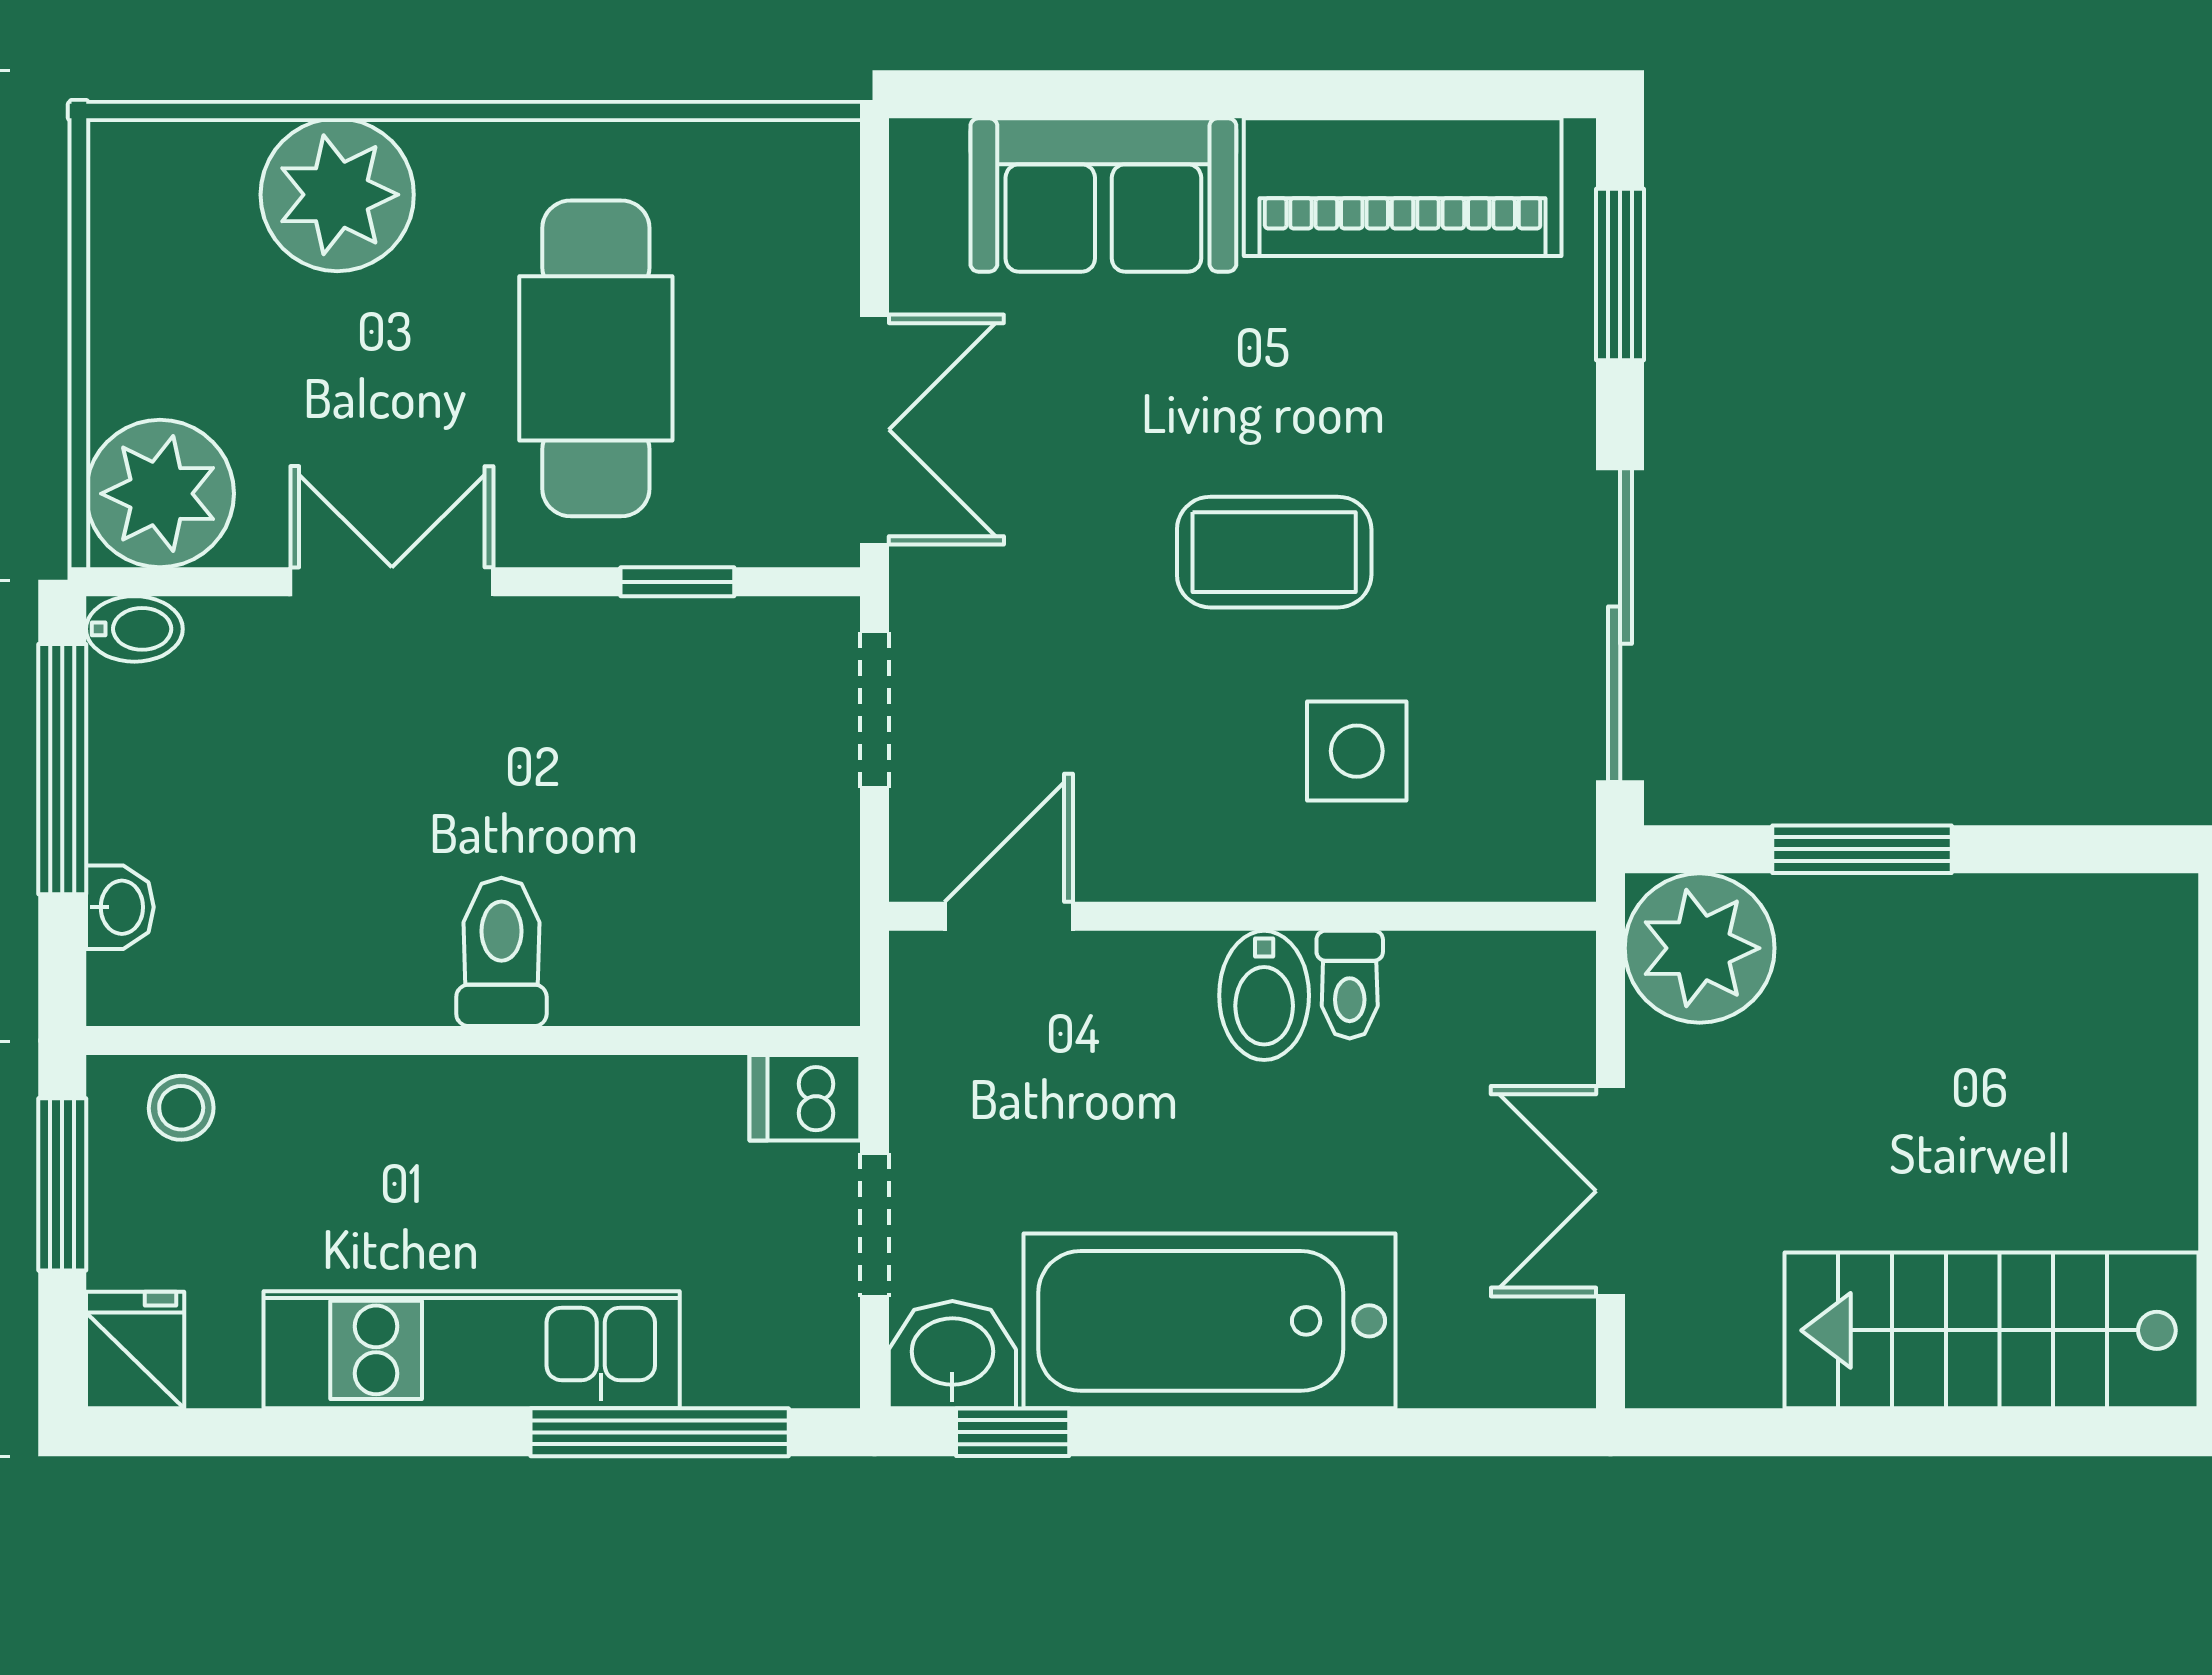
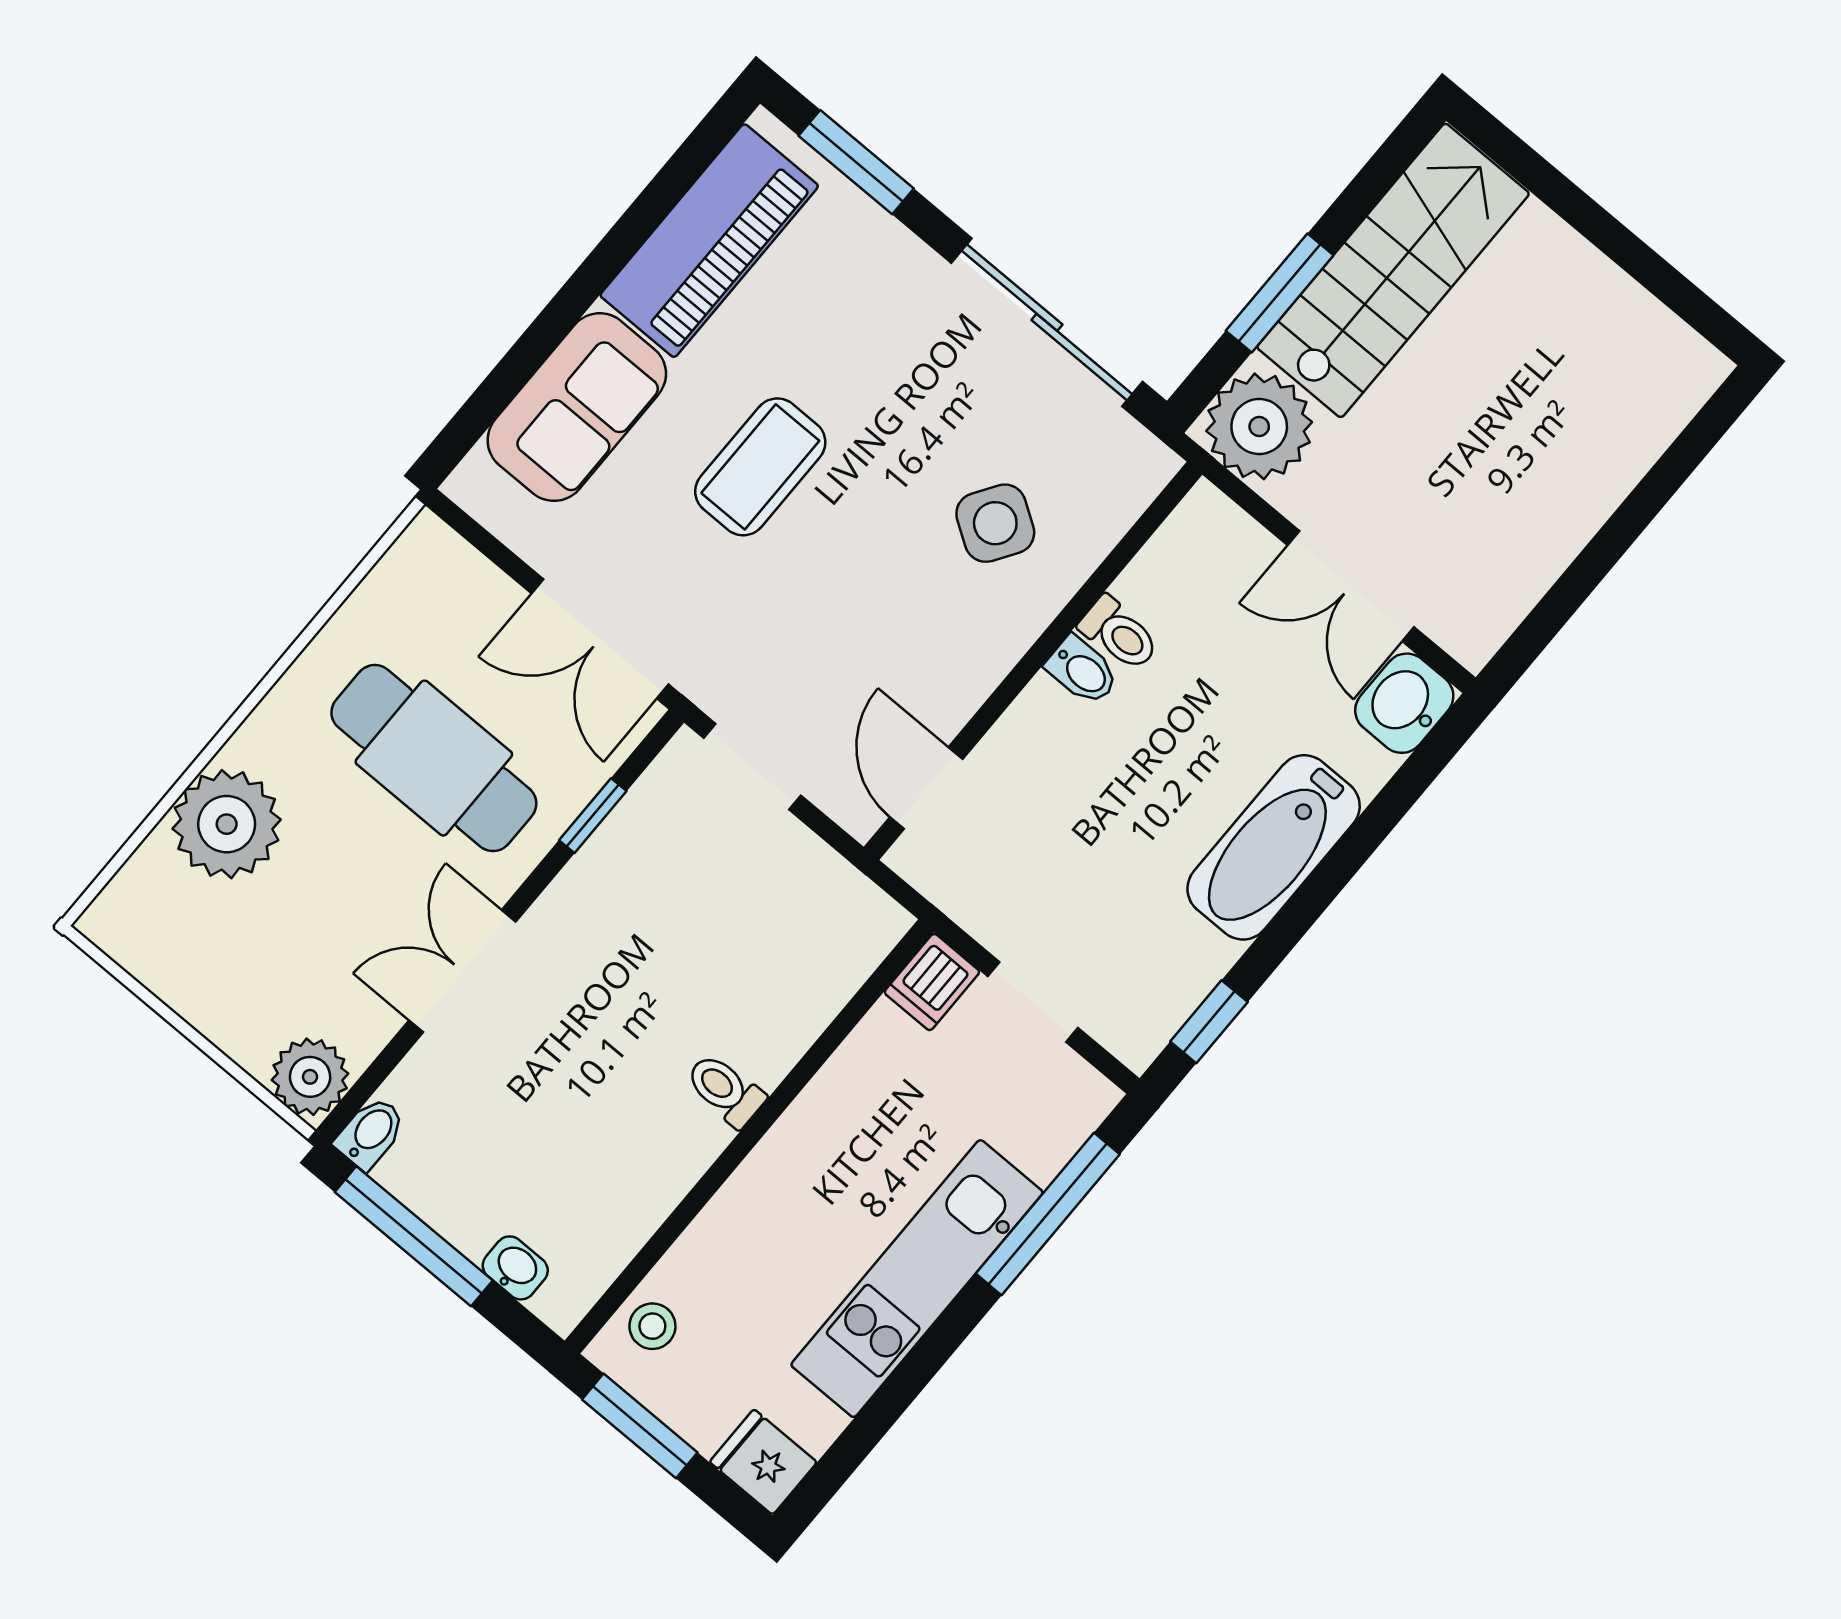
double door: (875, 430) -> (600, 639), swing flipped
plant: (160, 494) -> (310, 1077), width x0.73, depth x0.73
coffee table: (1274, 552) -> (760, 467), moved
side table: (1357, 751) -> (995, 523), turned 33
toilet: (501, 952) -> (725, 1090), width x0.73, depth x0.72
bidet: (1264, 995) -> (1082, 671), width x0.72, depth x0.74
bathtub: (1209, 1321) -> (1274, 847), width x0.73, depth x0.73
stairs: (1991, 1330) -> (1393, 270), moved, turned 180
washbasin: (952, 1355) -> (1404, 703), moved

